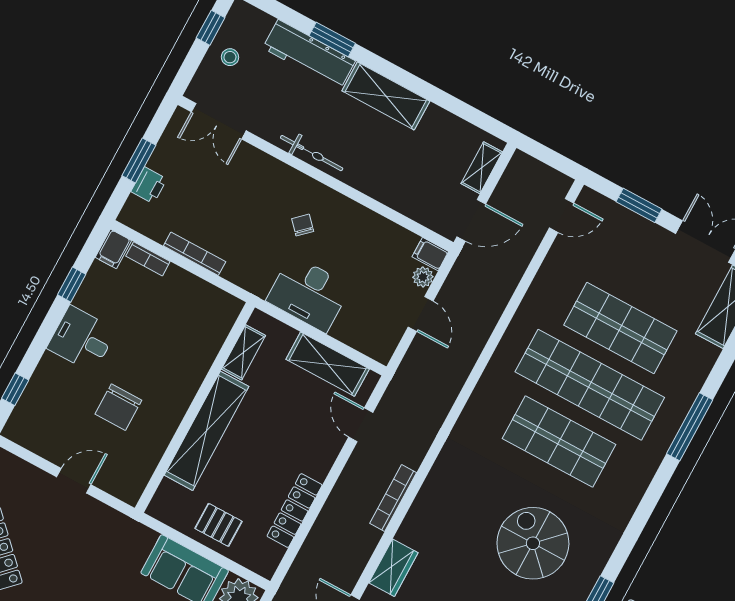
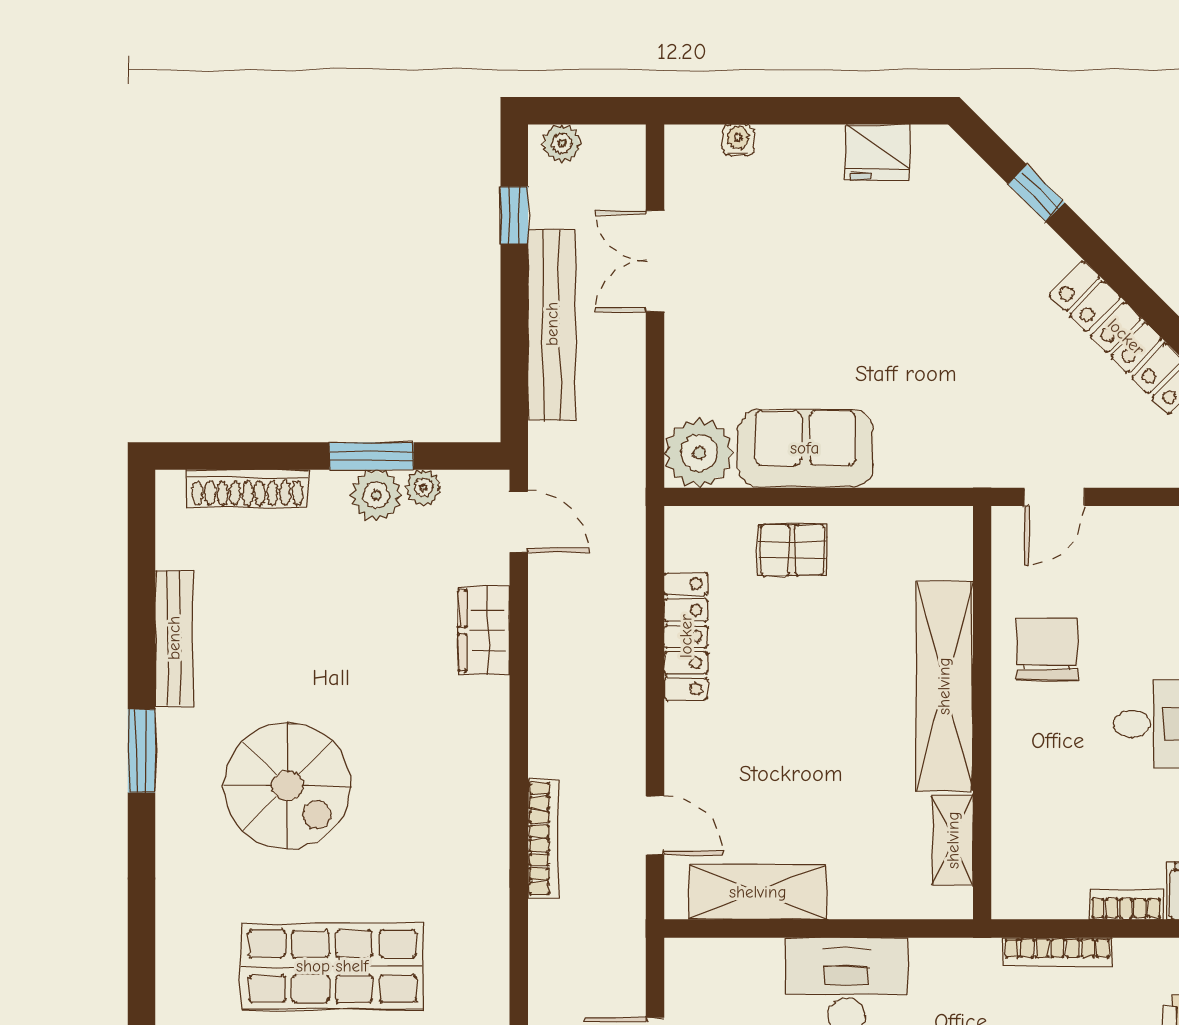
shelving: (244, 352) -> (953, 840), moved
wall: (195, 408) -> (982, 713), moved
shelving: (207, 431) -> (944, 686), moved
bookcase: (393, 498) -> (543, 838), moved

